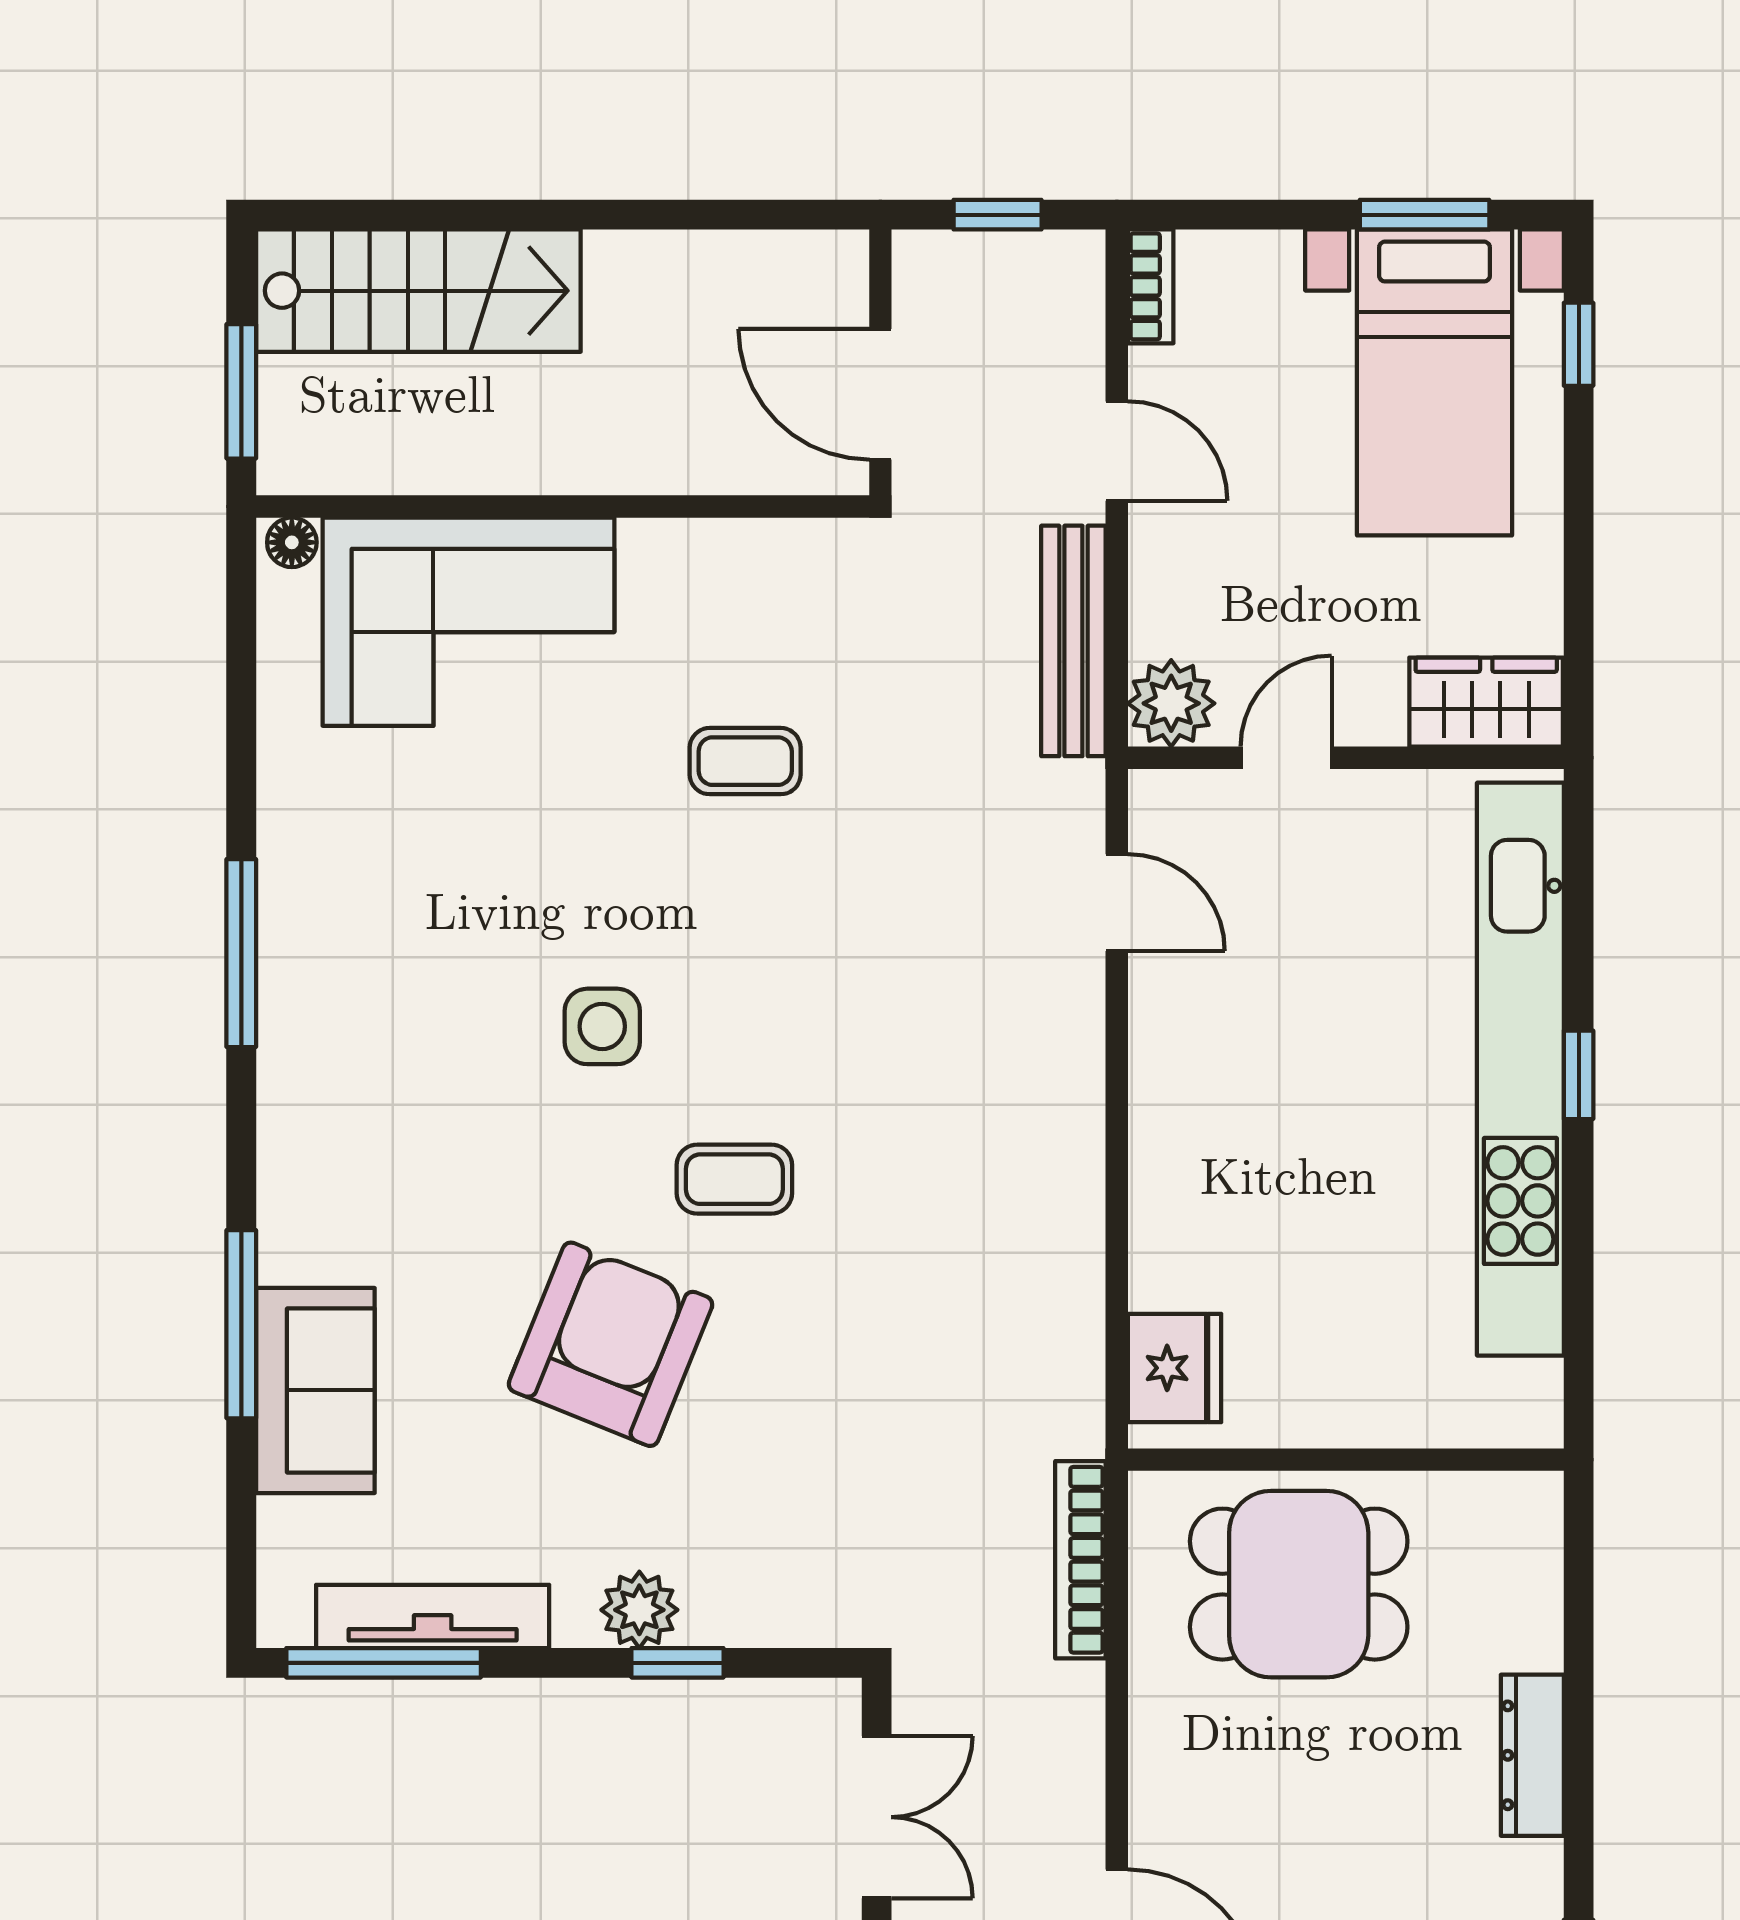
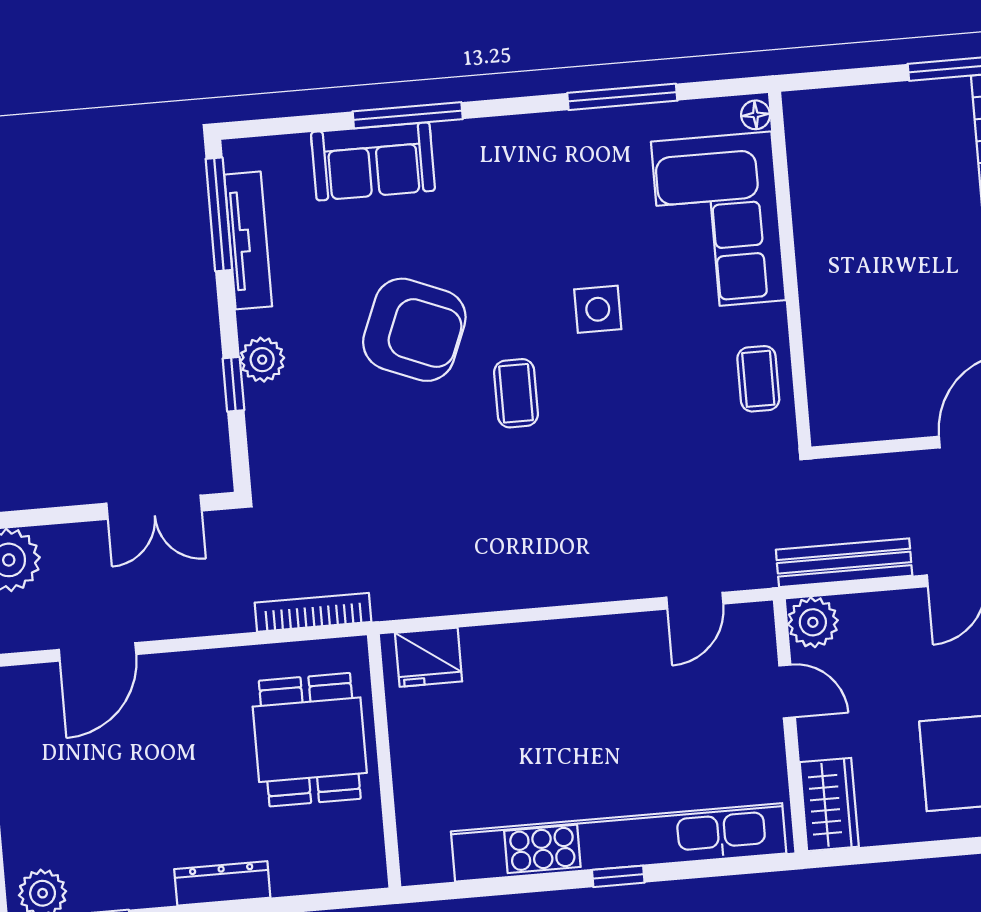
wall: (563, 506) -> (790, 270), moved
floor lamp: (292, 542) -> (756, 115), moved
corner sofa: (468, 622) -> (718, 221), moved

